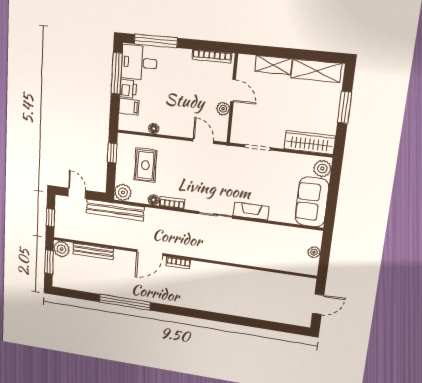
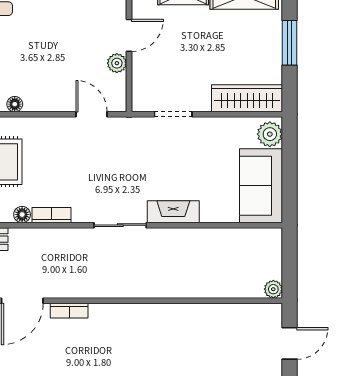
door: (233, 91) -> (129, 35), hinge flipped
plant: (314, 252) -> (273, 289), moved

